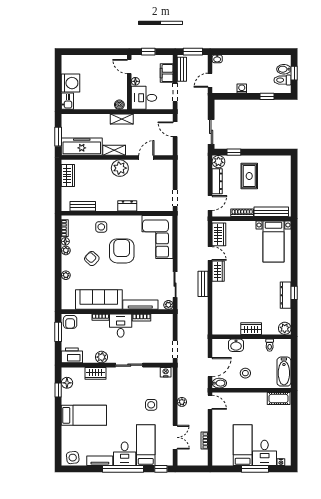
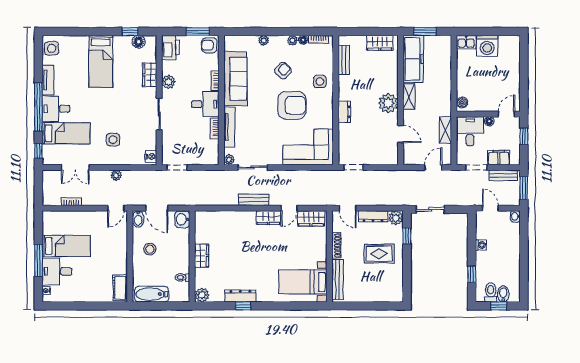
shelving: (122, 119) -> (445, 130), moved
washbasin: (236, 345) -> (182, 219), moved

